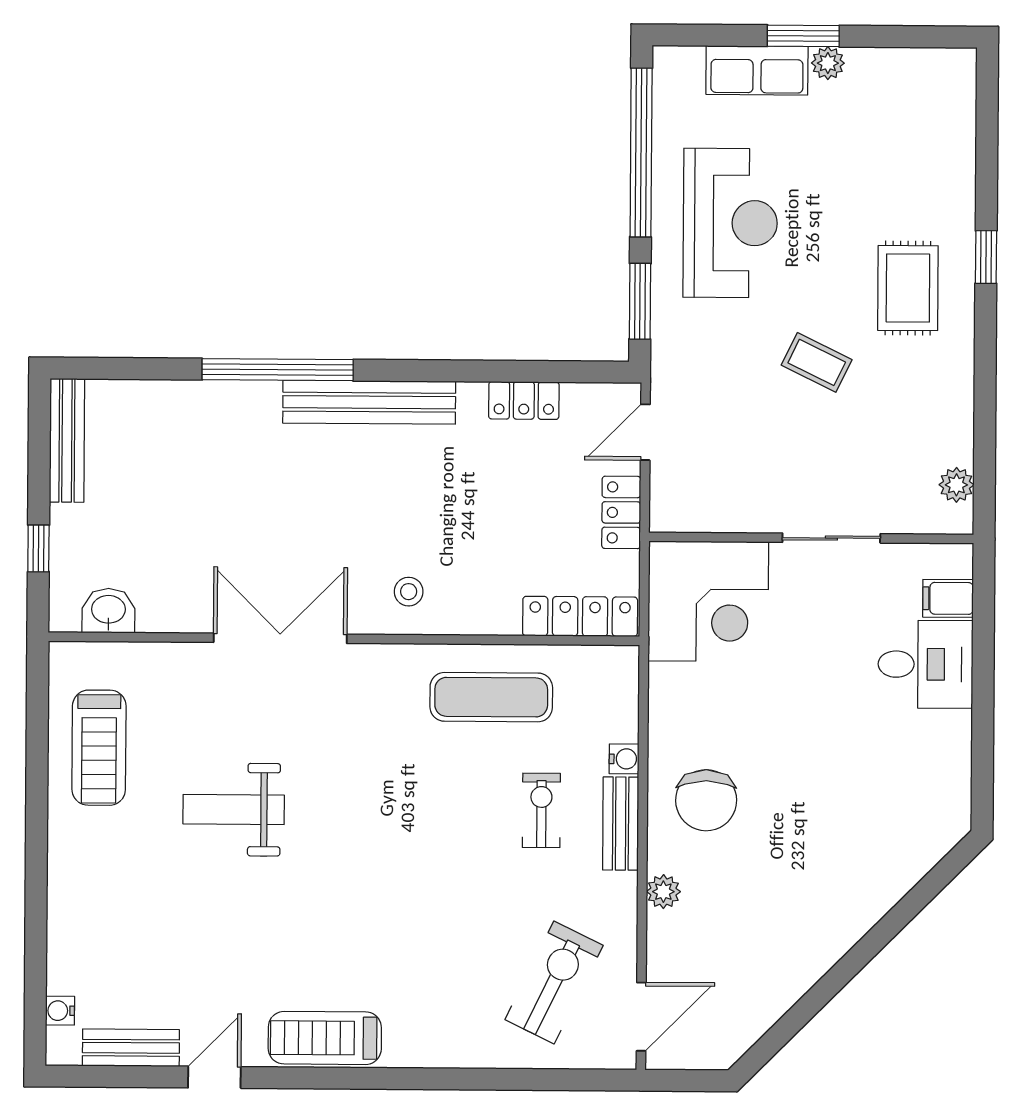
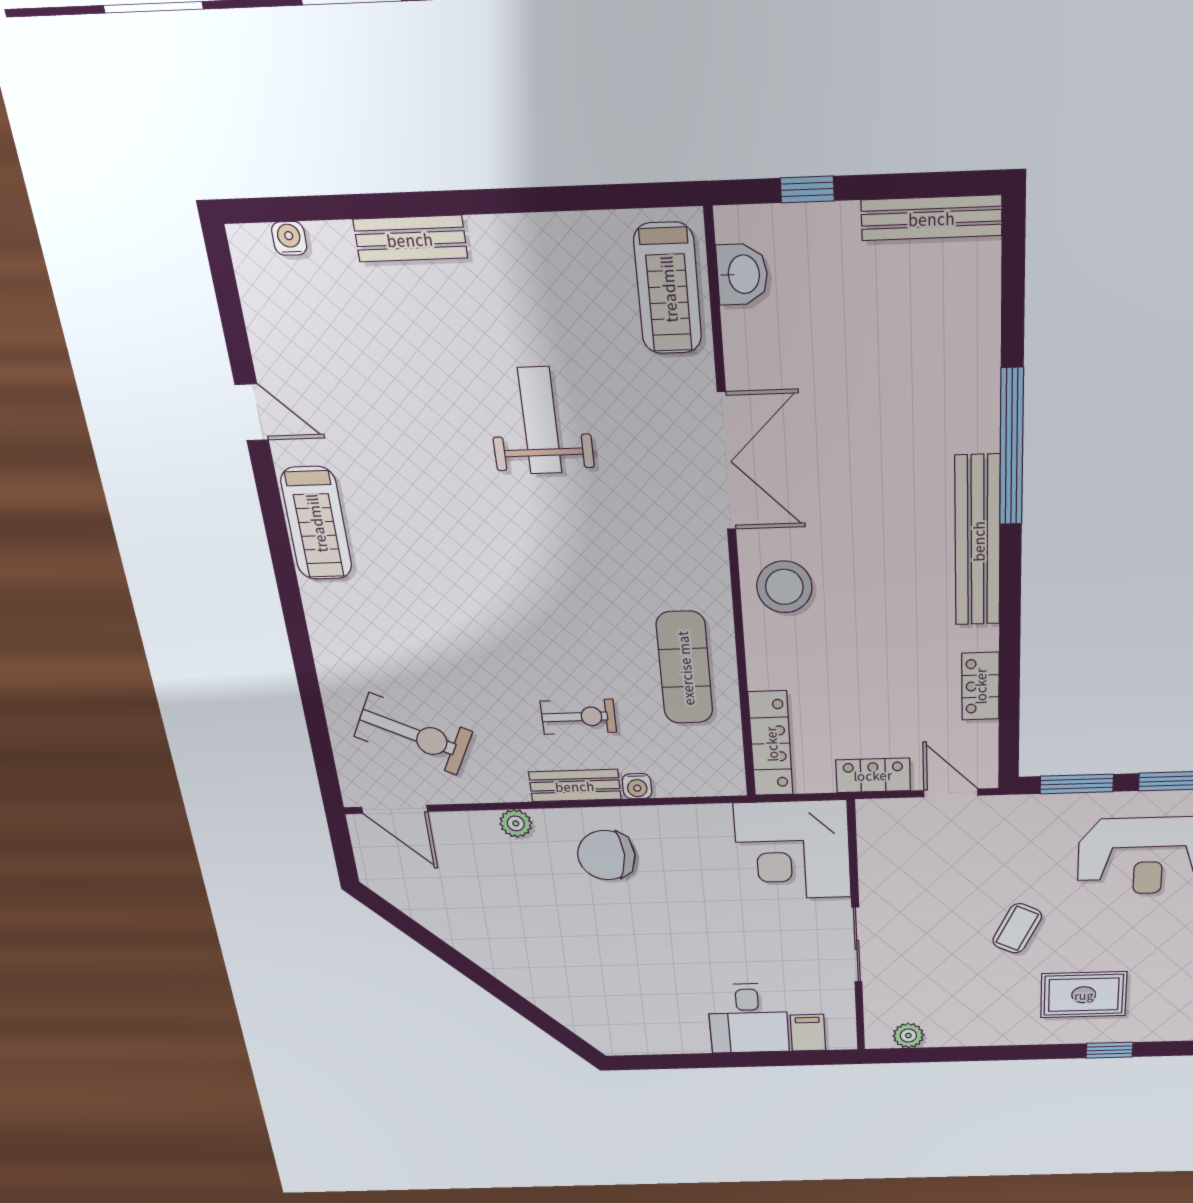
stool: (409, 592) -> (784, 587), width x1.89, depth x1.89
treadmill: (99, 748) -> (668, 289), moved, turned -90
treadmill: (325, 1038) -> (316, 523), turned 180
bench: (131, 1048) -> (410, 239), moved, turned 90

